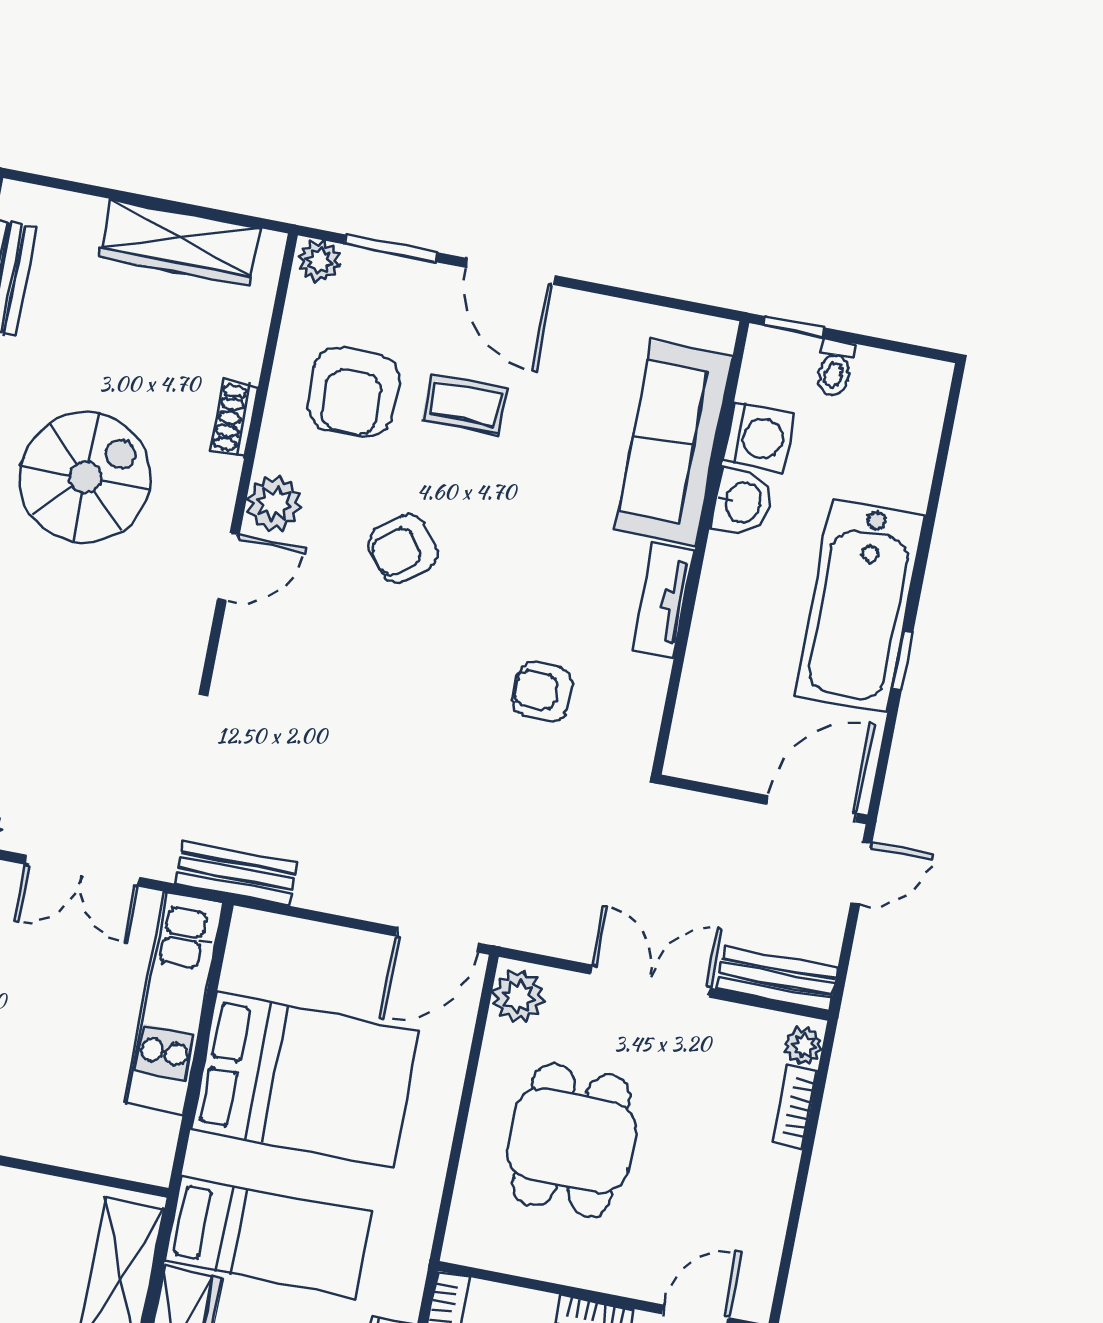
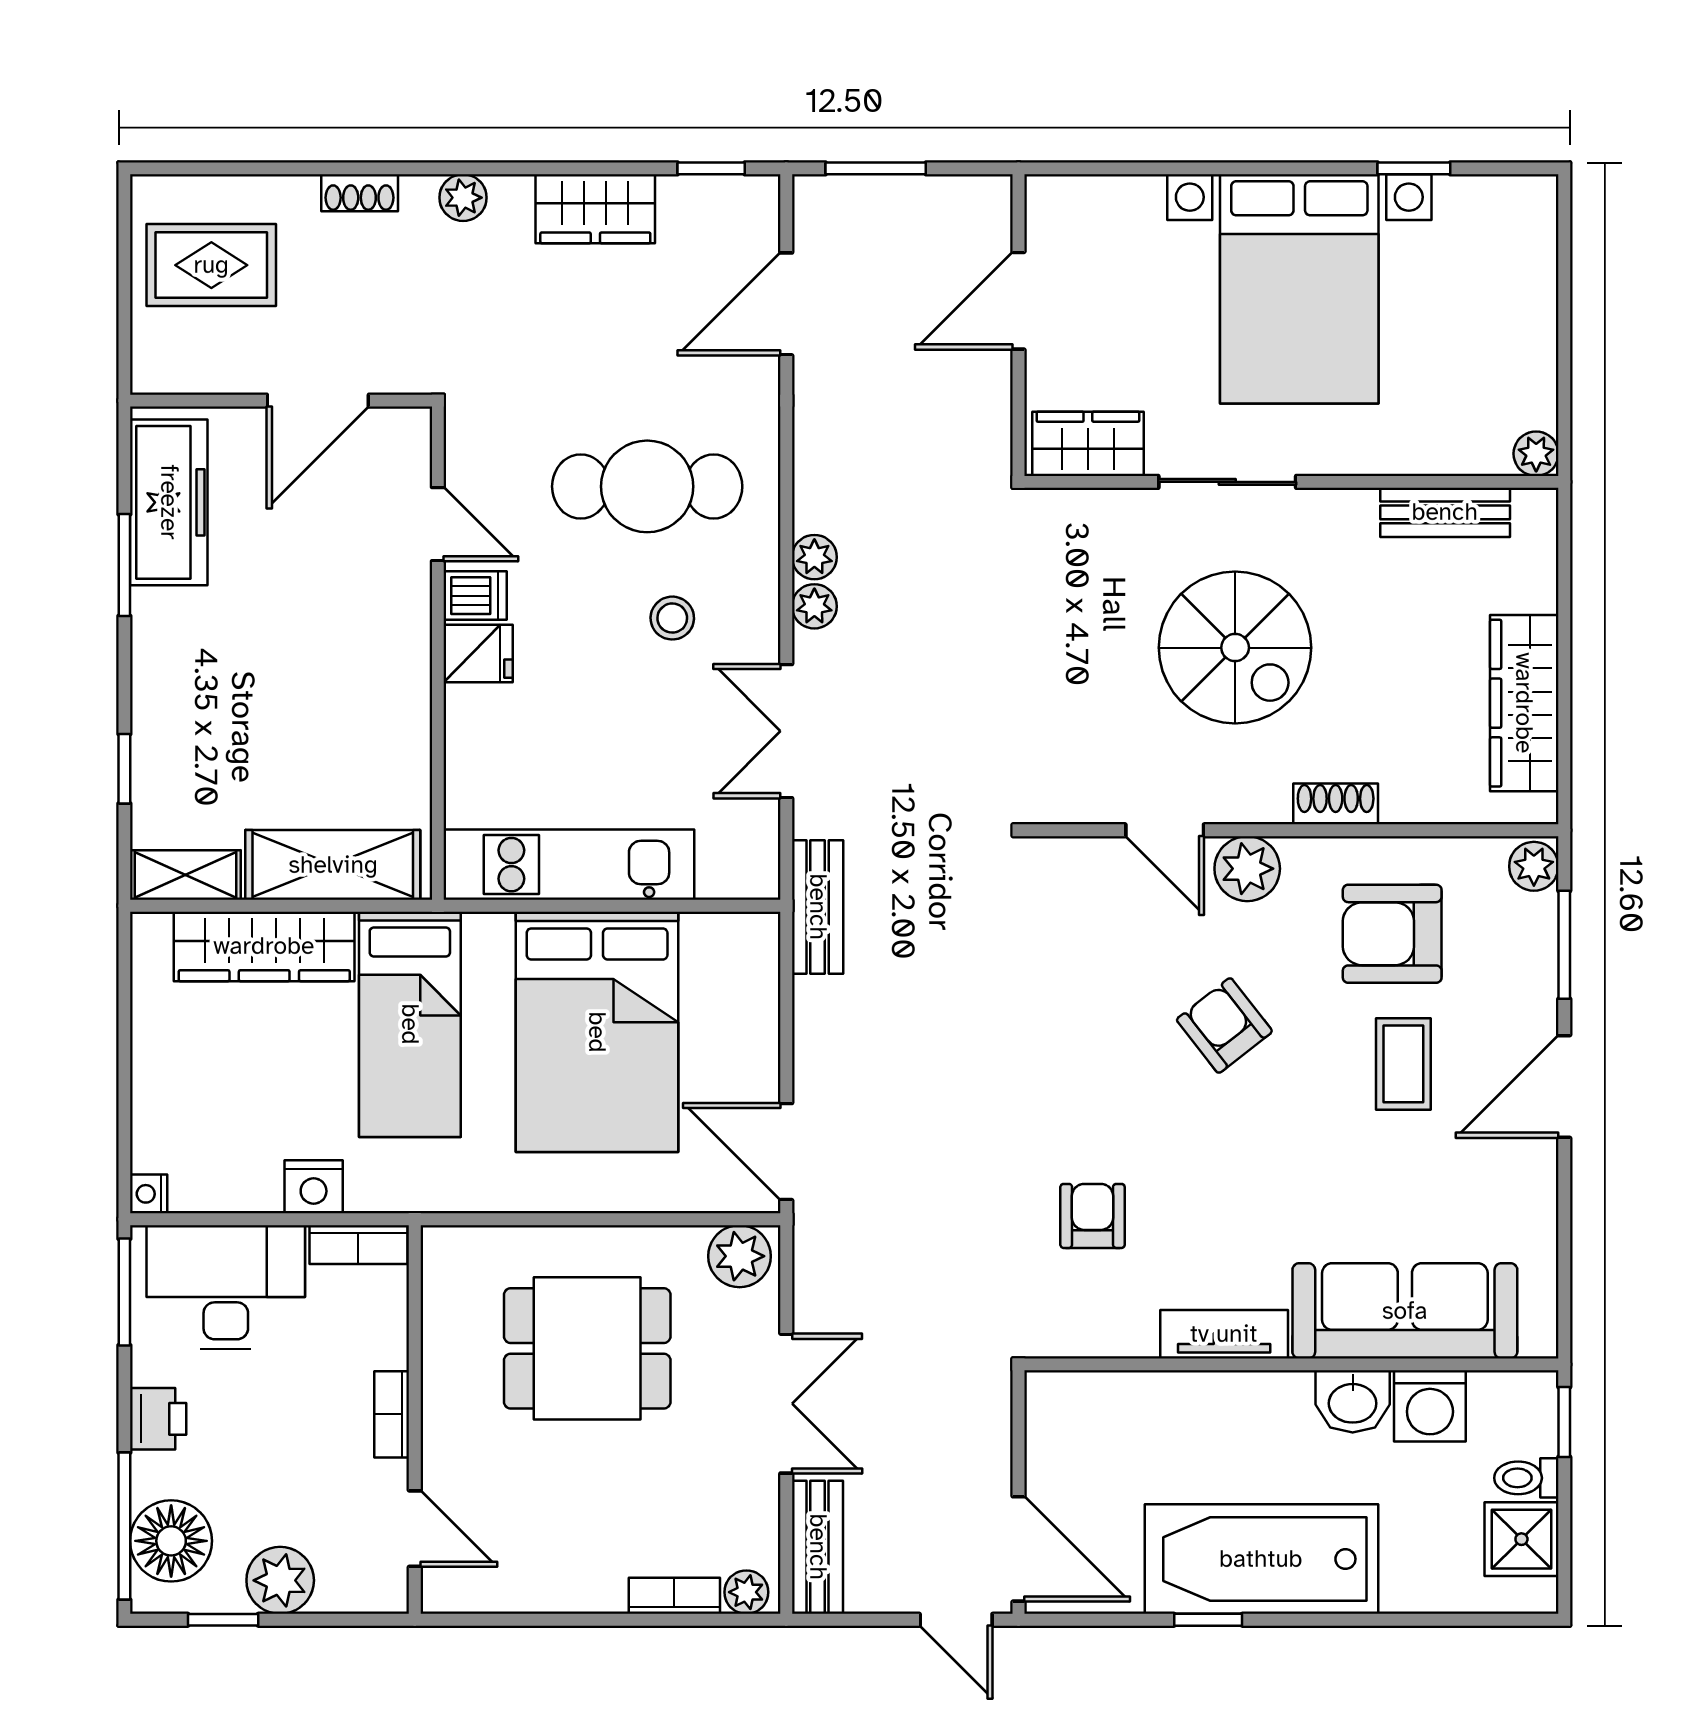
shower: (886, 382) -> (1521, 1539), added
kitchen unit: (174, 1003) -> (569, 865), moved

